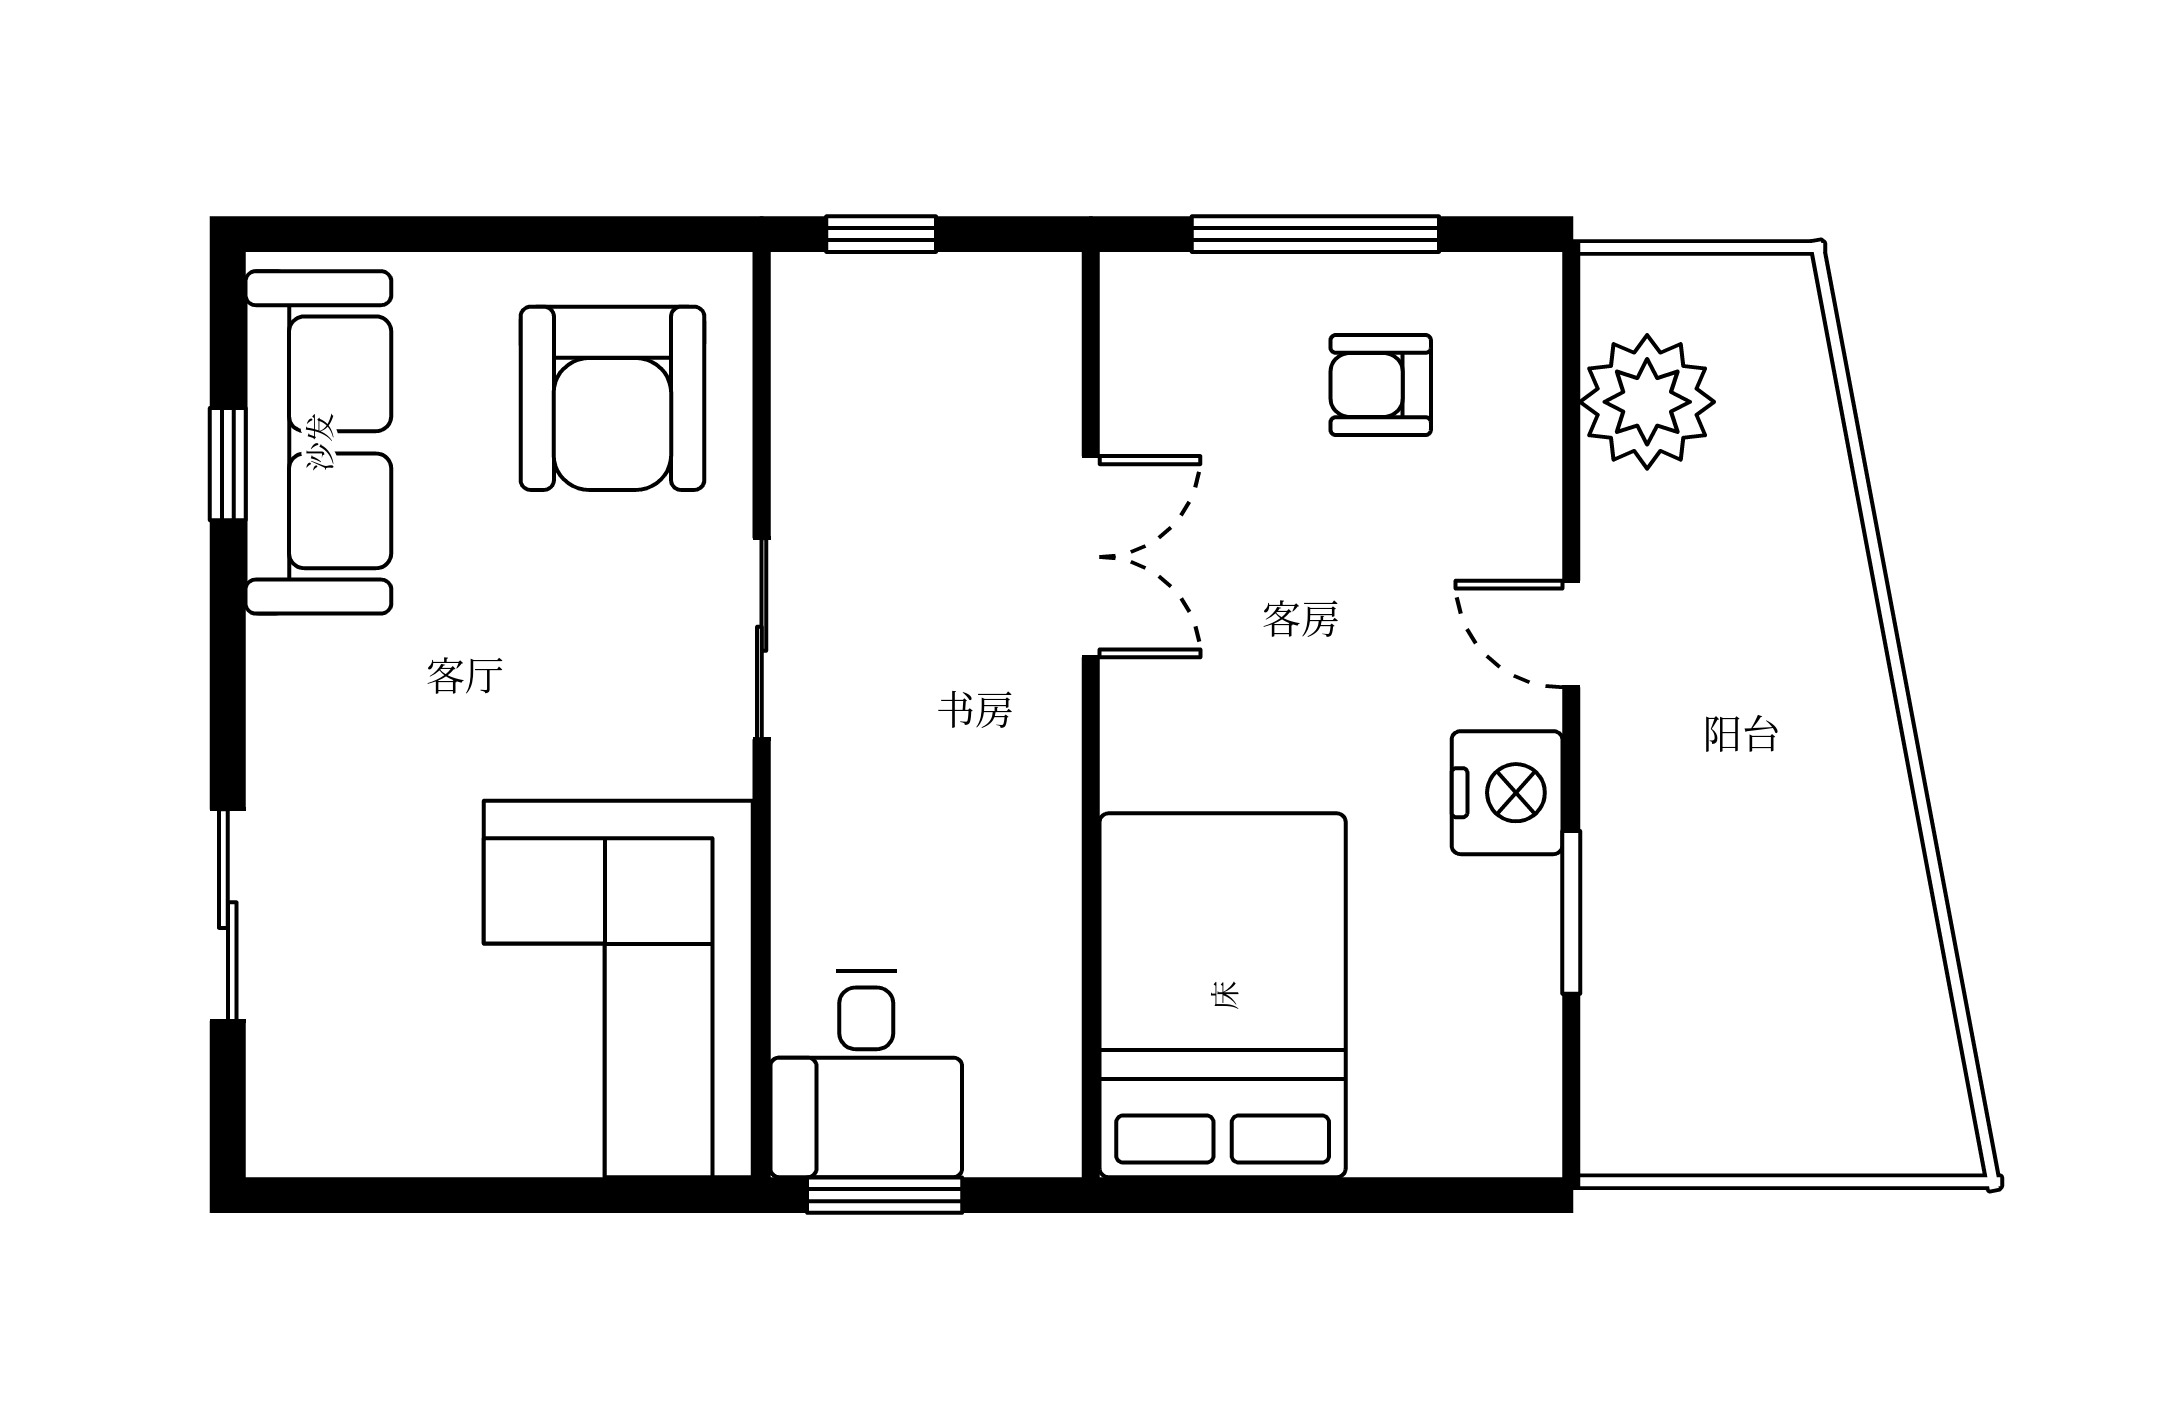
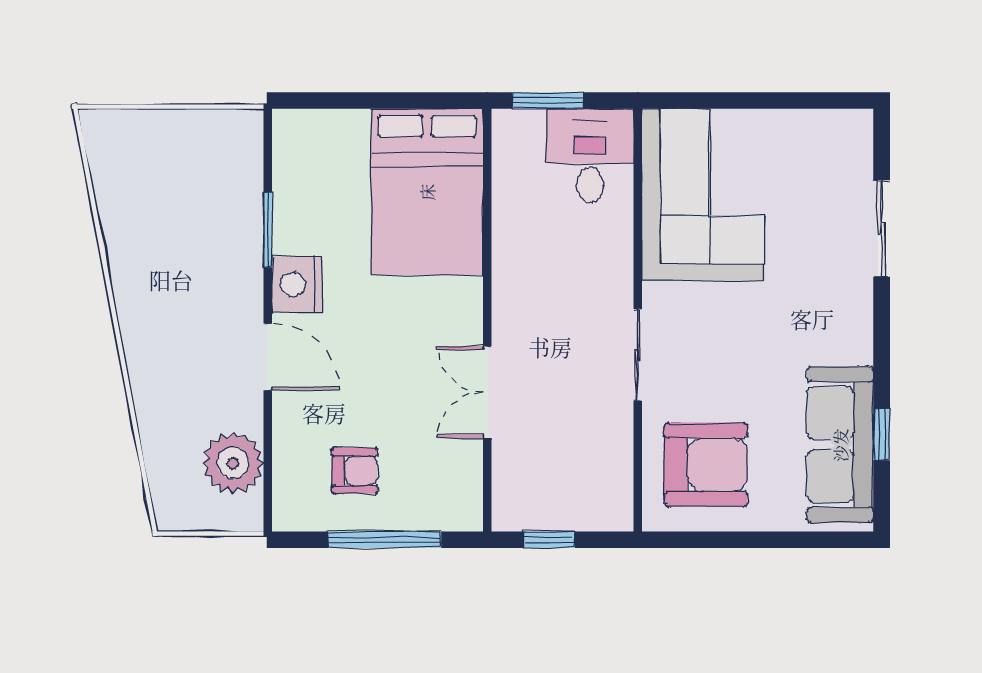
window: (881, 234) -> (550, 540), moved
armchair: (612, 398) -> (706, 465), turned 90
door: (1571, 634) -> (268, 357), width x1.38
window: (885, 1195) -> (548, 101), moved

